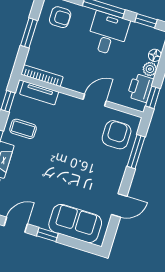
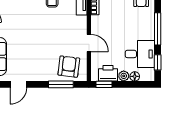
desk: (108, 34) -> (140, 54), moved
armchair: (117, 135) -> (69, 67), turned -83
door: (119, 205) -> (18, 84), hinge flipped

